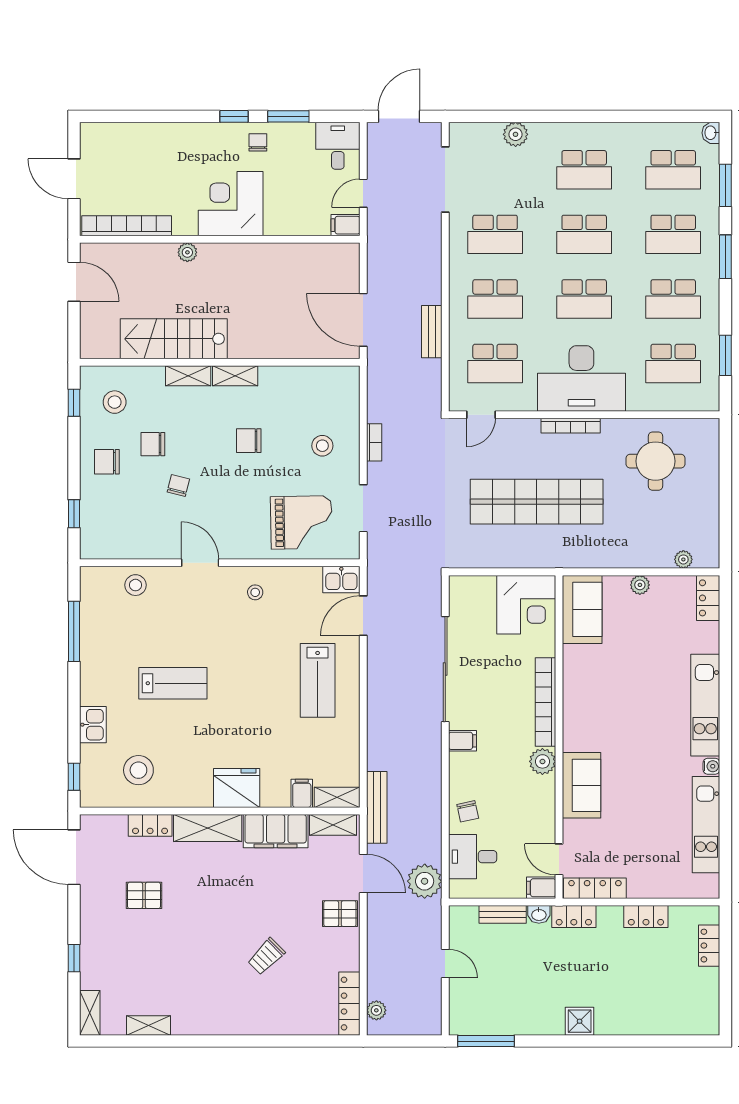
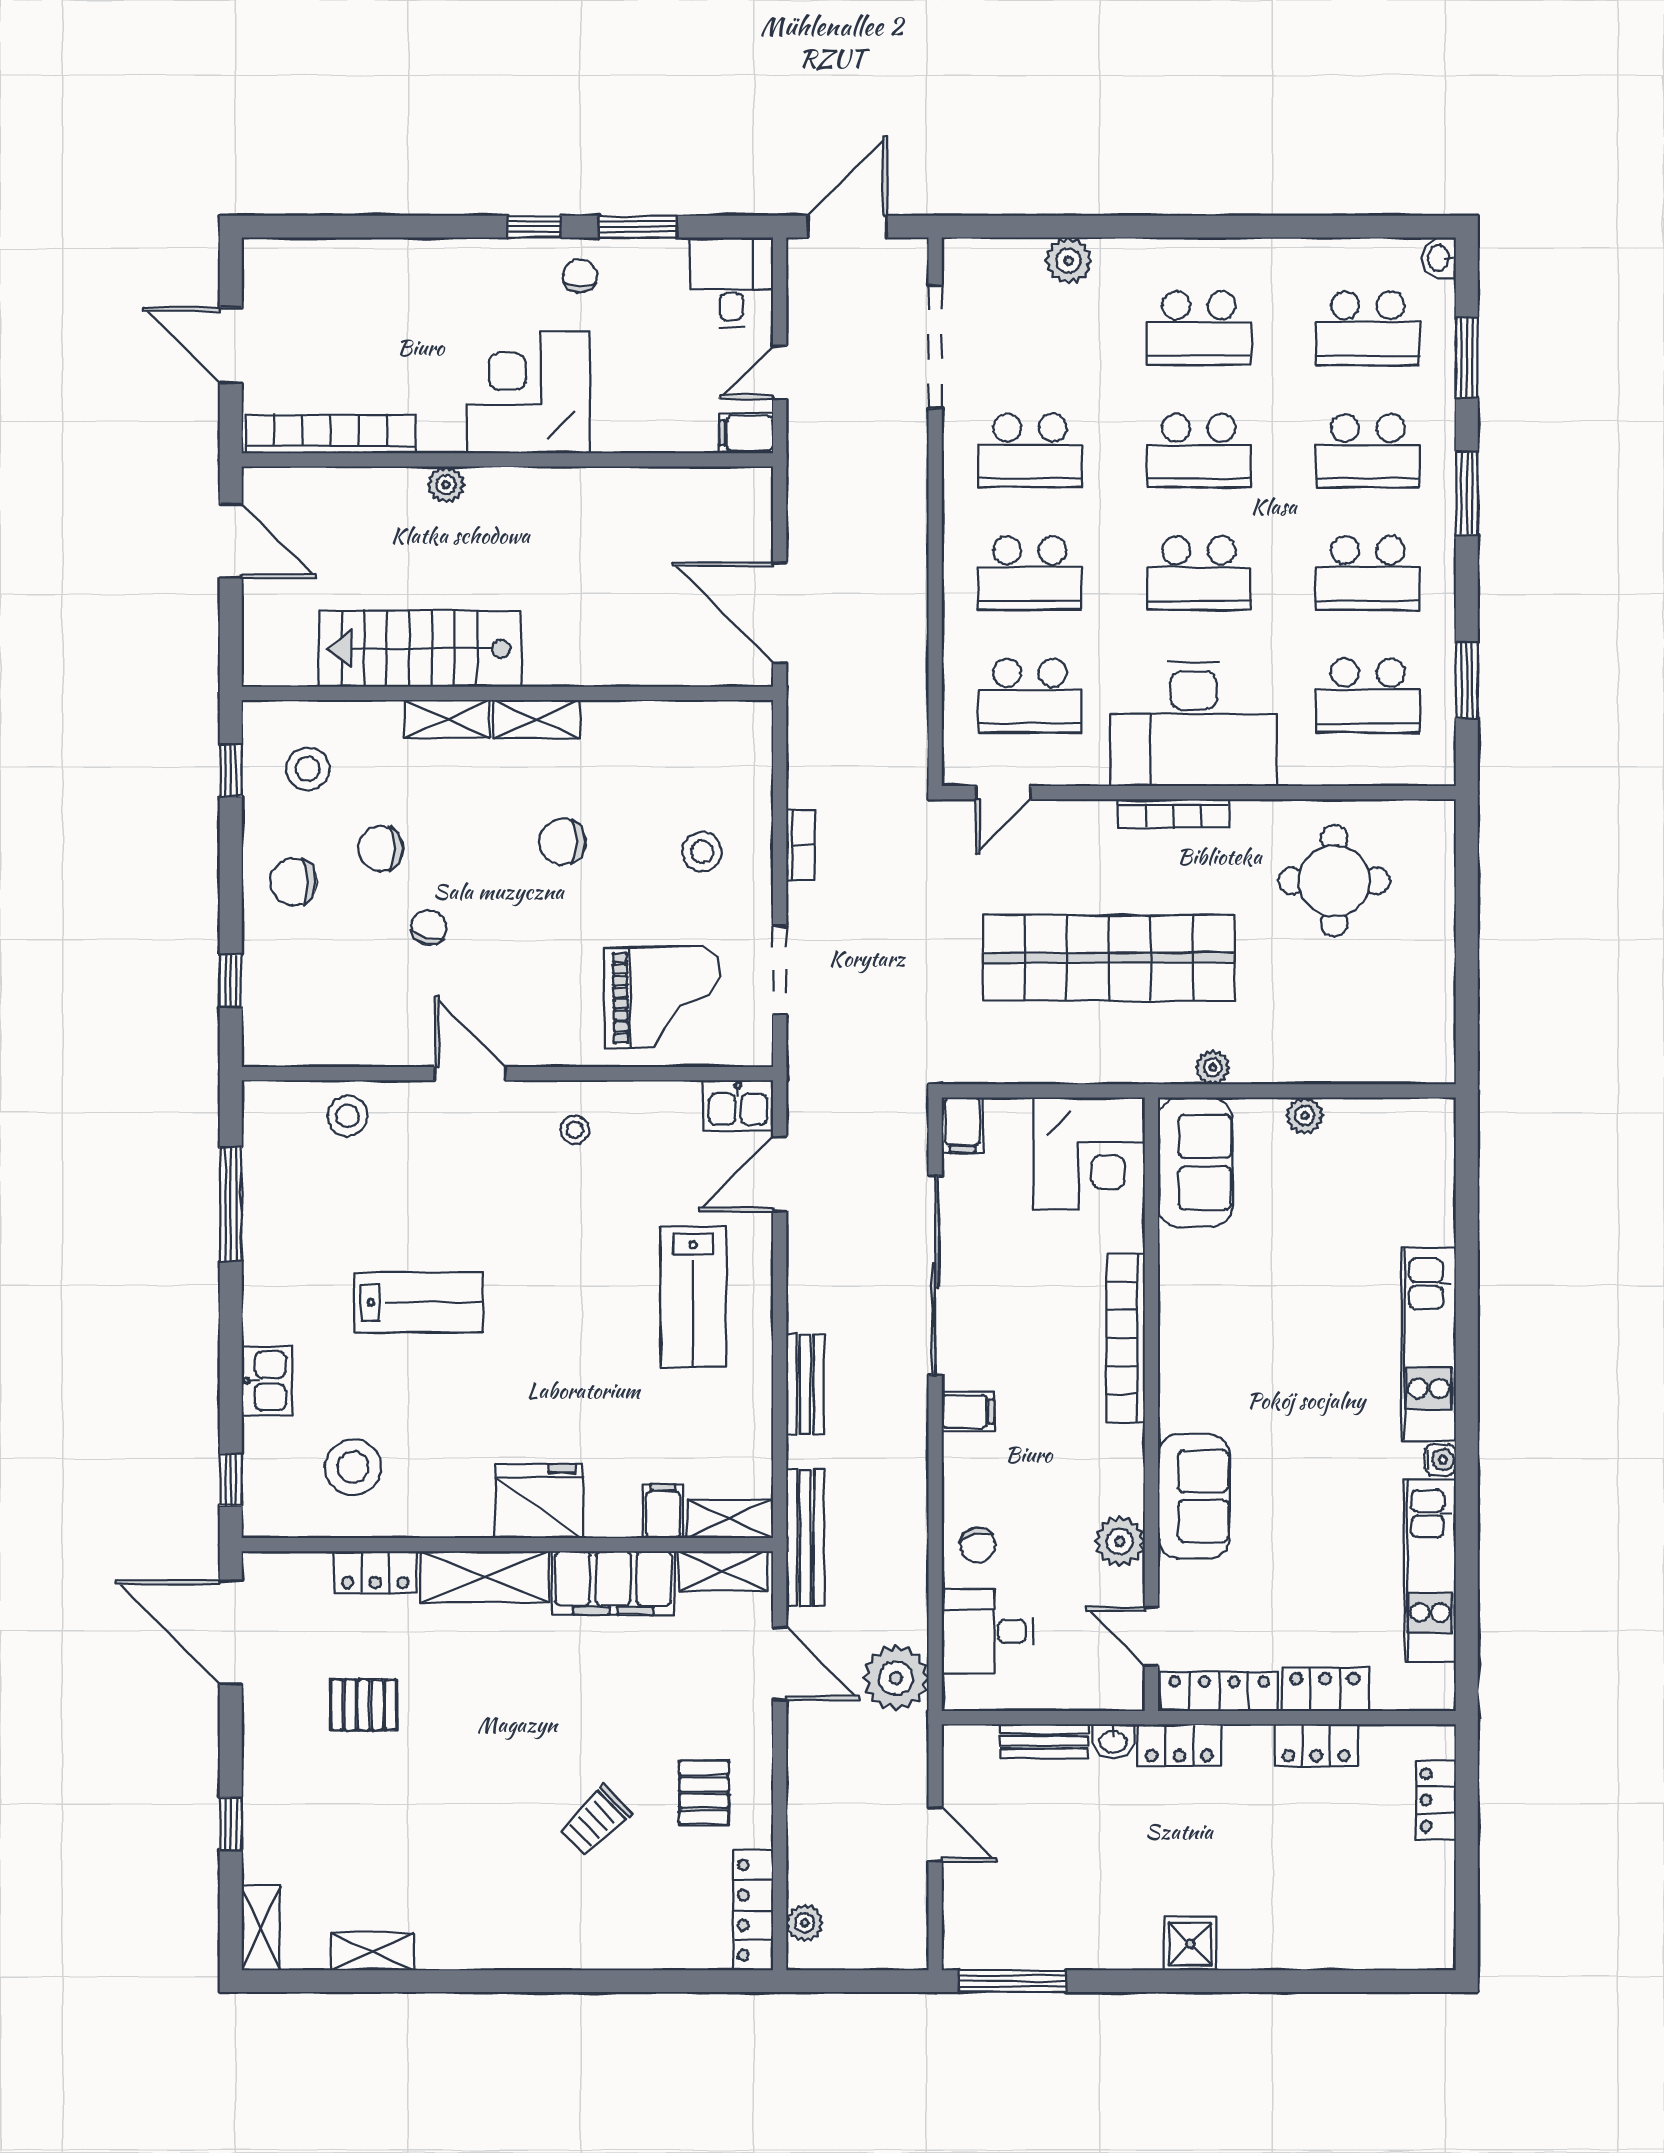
bench: (432, 332) -> (805, 1385), moved
plant: (683, 559) -> (1213, 1067), moved
locker: (708, 598) -> (1325, 1689), moved, turned 90
plant: (542, 761) -> (1120, 1541), moved
filing cabinet: (541, 888) -> (962, 1125), moved, turned -90
pallet: (340, 914) -> (704, 1793), moved, turned 90

